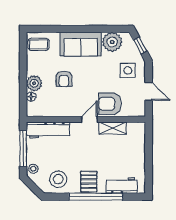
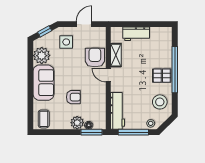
window: (23, 100) -> (92, 132), added
armchair: (110, 104) -> (95, 58), turned 180
workbench: (122, 185) -> (136, 34), moved, turned -90

